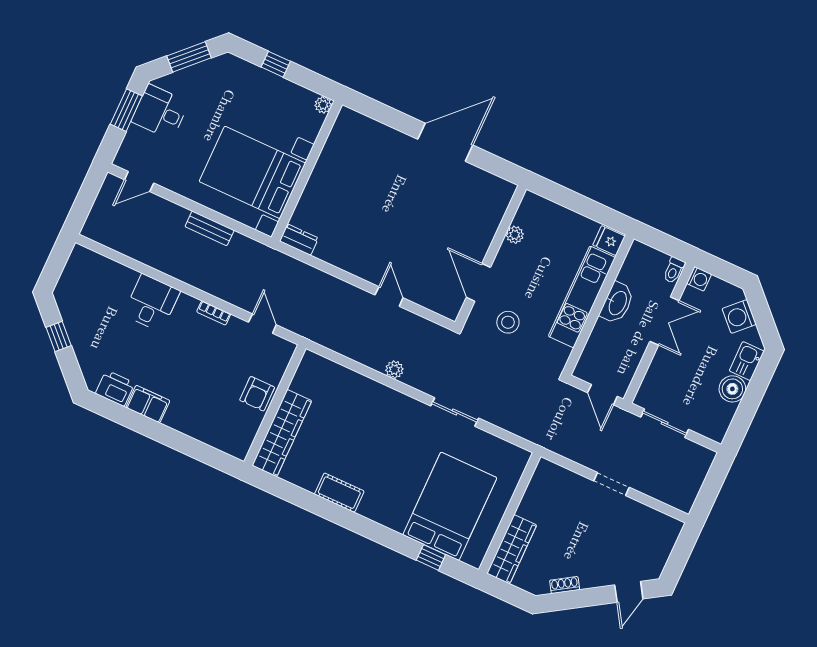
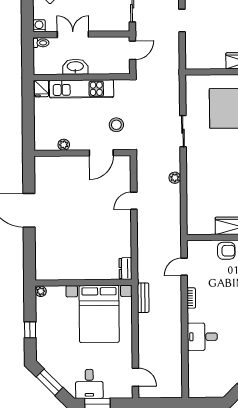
bench: (210, 228) -> (143, 298), moved

